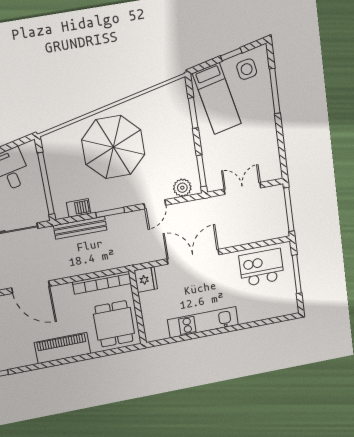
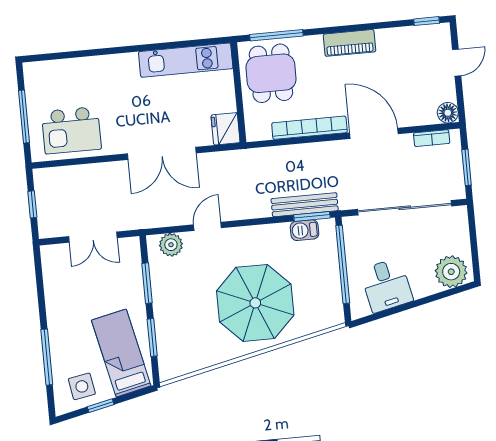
window: (201, 171) -> (147, 283), moved
window: (289, 210) -> (32, 204), width x0.46
window: (110, 212) -> (312, 216), moved
bookcase: (102, 283) -> (309, 128), moved
kitchen unit: (203, 322) -> (186, 60), moved
piano: (62, 348) -> (349, 43), width x0.73, depth x0.75
window: (112, 352) -> (276, 35), added

